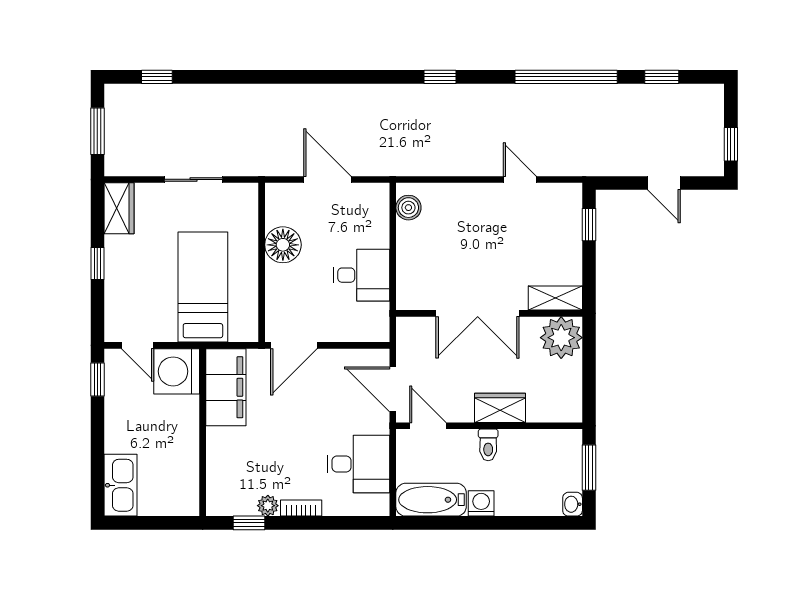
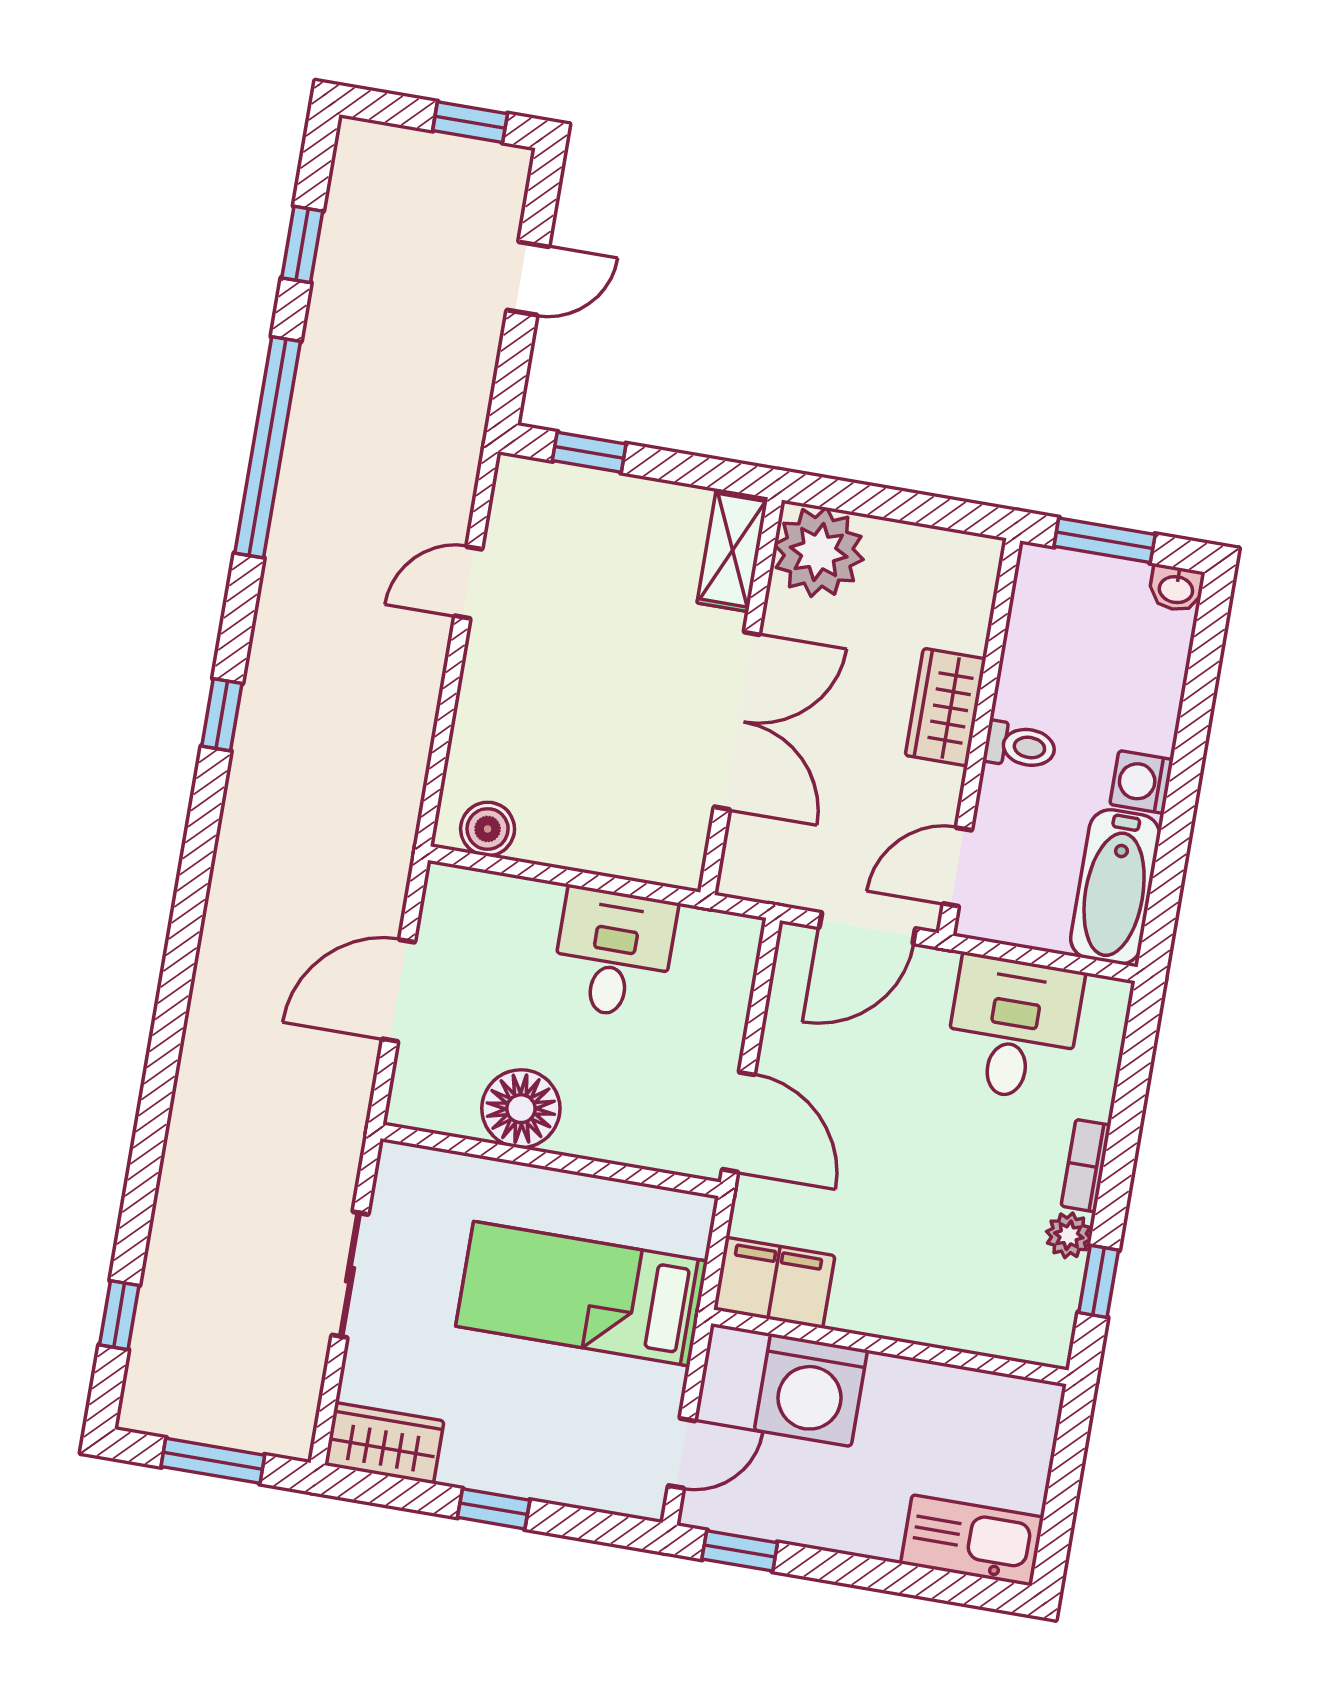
washing machine: (177, 371) -> (811, 1390), moved
filing cabinet: (226, 387) -> (774, 1283), width x0.67, depth x0.86

